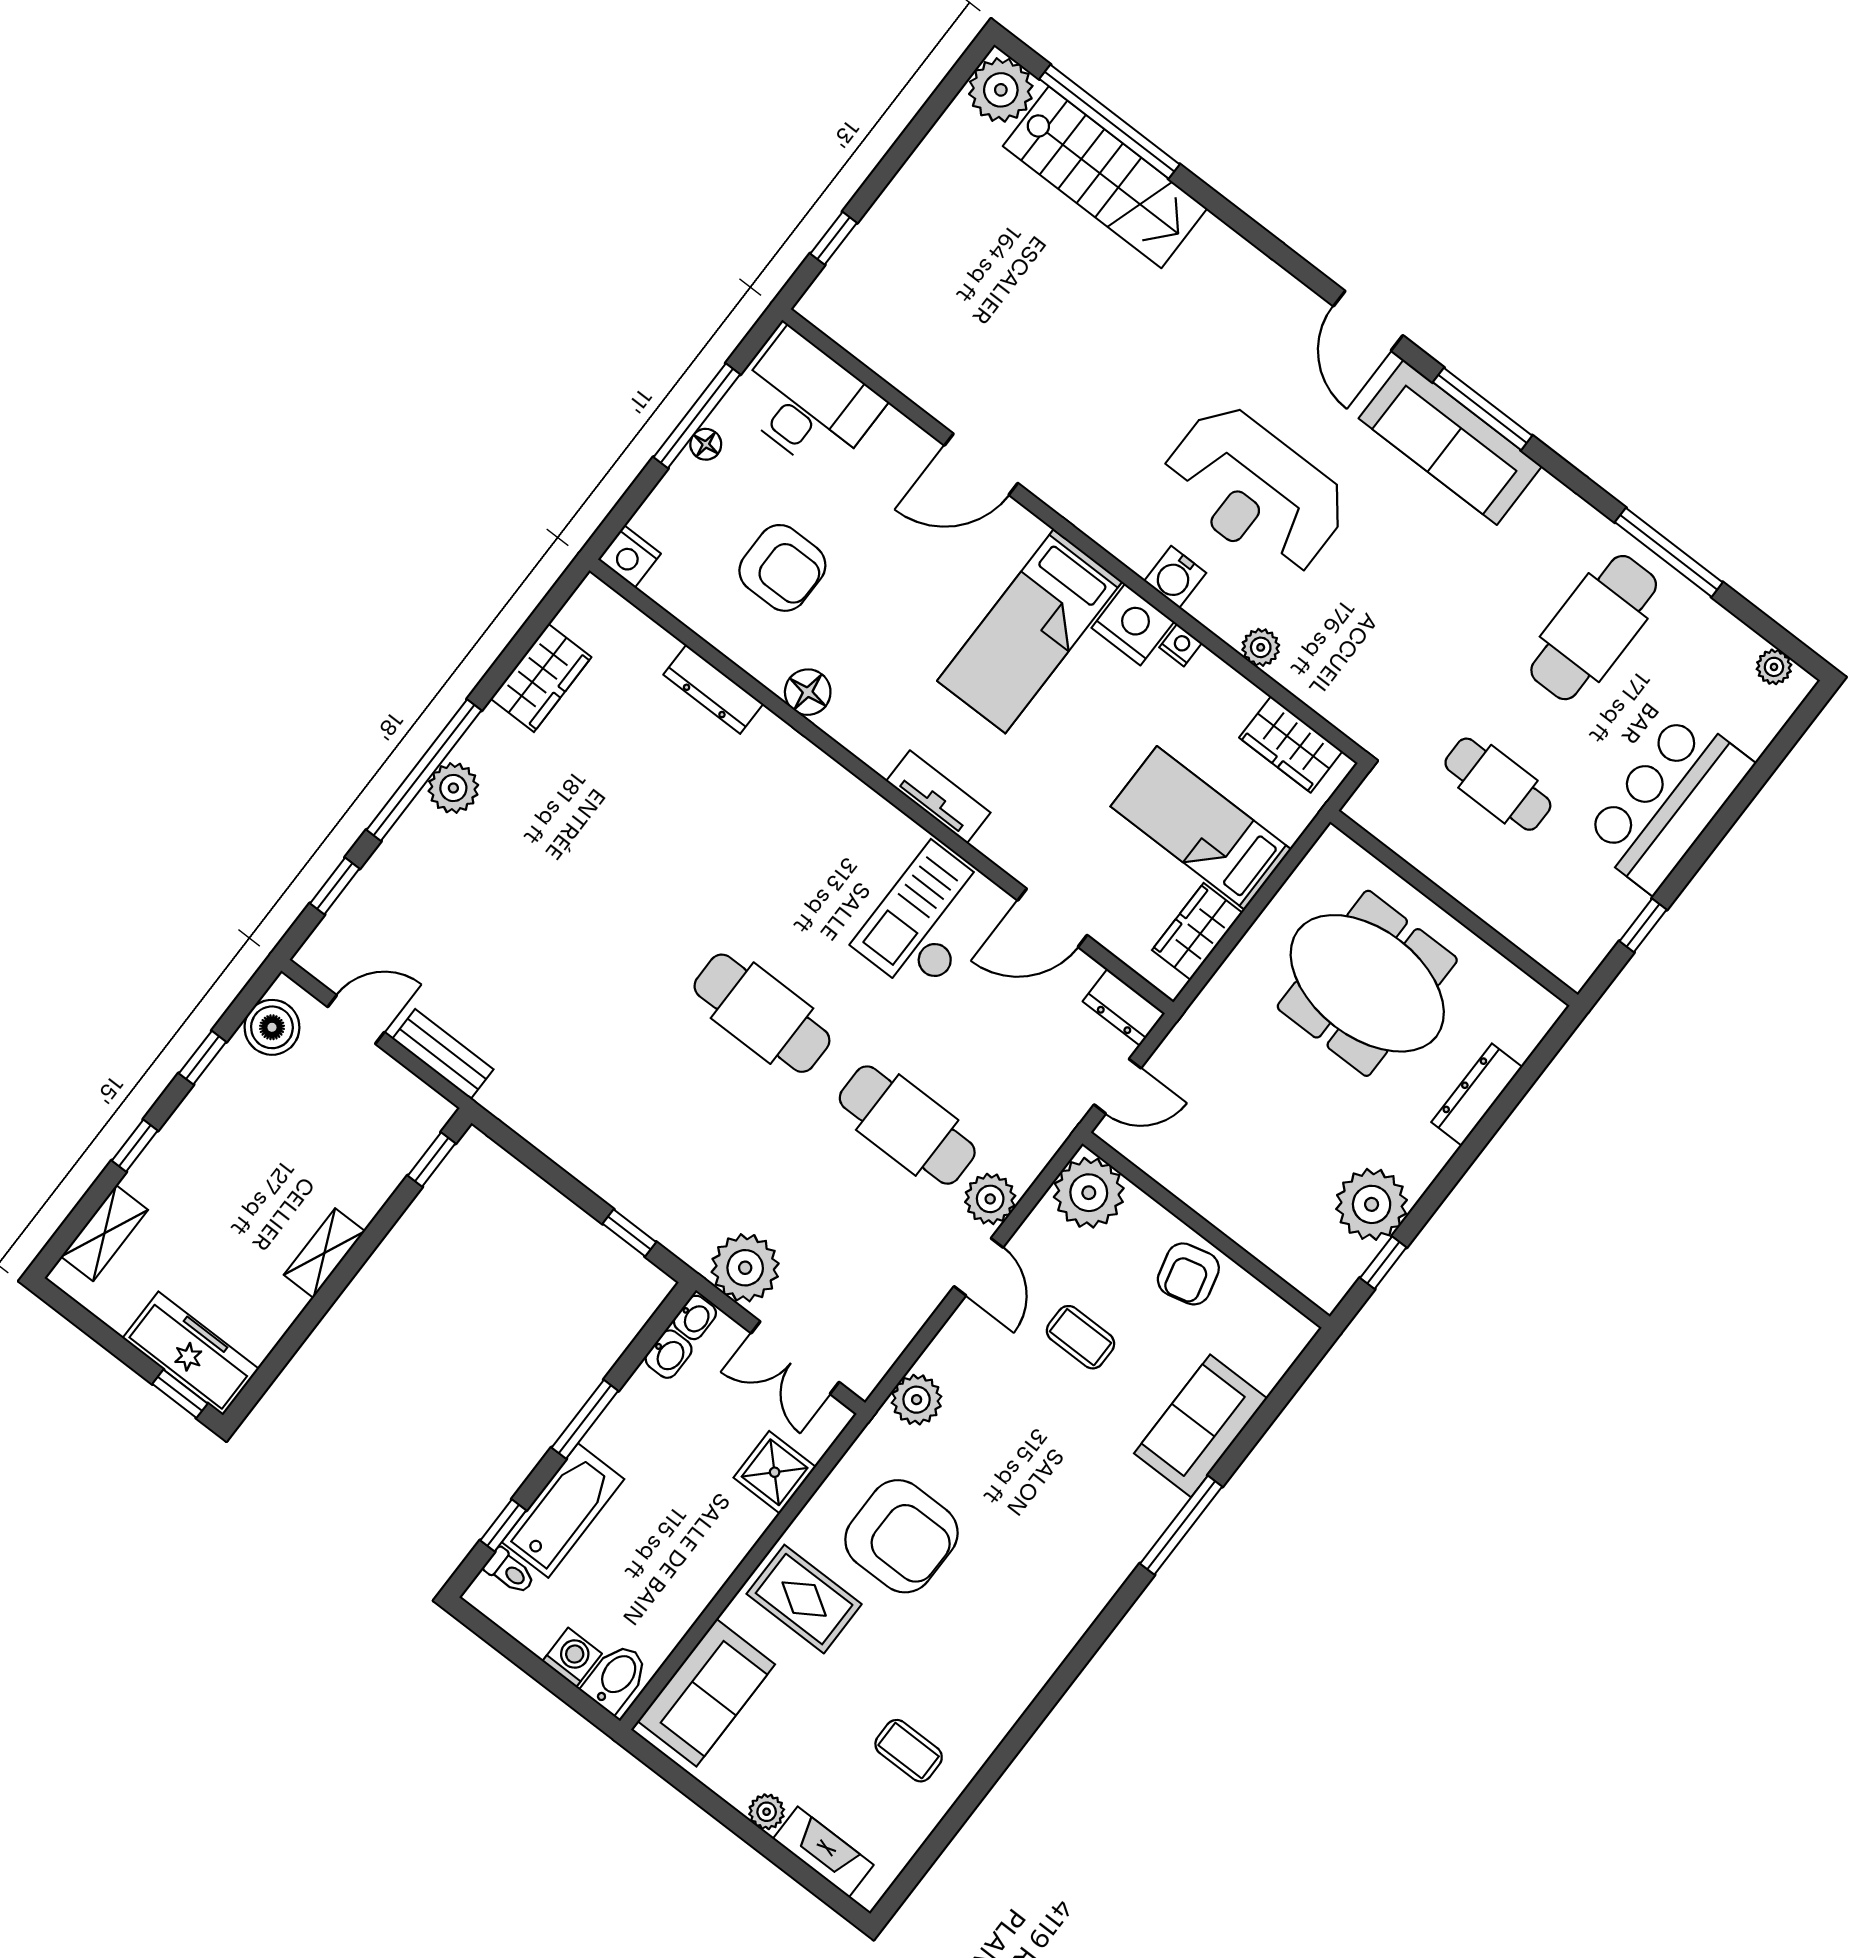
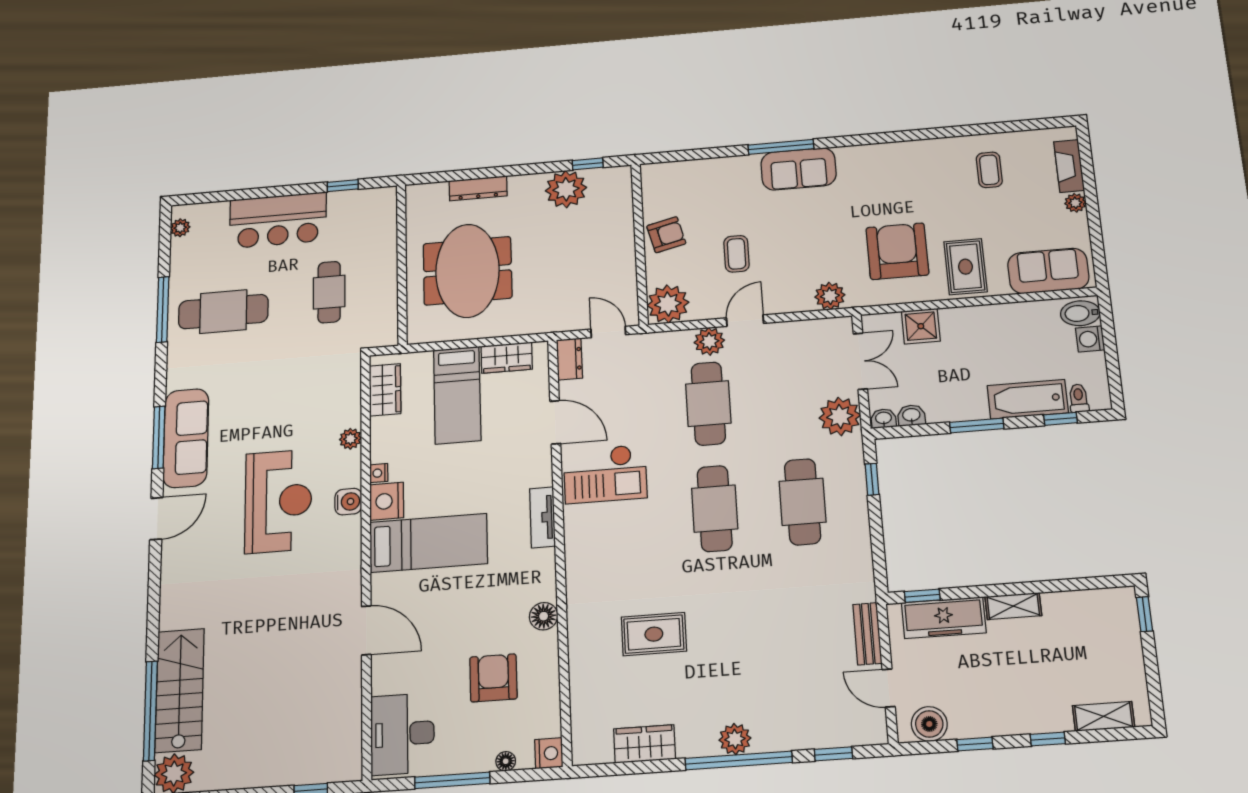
floor lamp: (706, 444) -> (506, 761), moved
dresser: (713, 689) -> (580, 660), removed
rug: (667, 804) -> (654, 634), added
cafe table: (676, 1125) -> (803, 502), added
freezer: (191, 1353) -> (944, 618), moved, turned -90
sofa: (1201, 1426) -> (798, 169), moved

